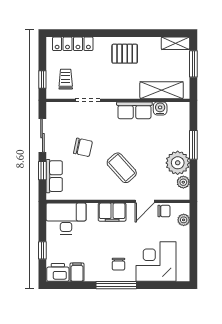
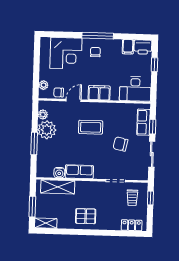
locker: (73, 44) -> (132, 225), width x0.66
coffee table: (122, 168) -> (91, 127), turned -48

